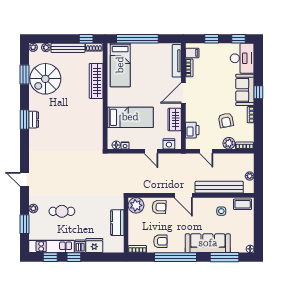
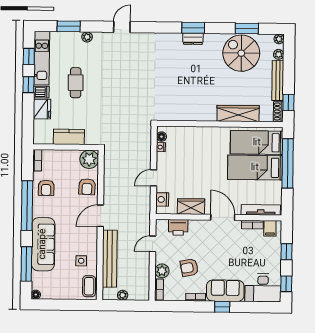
bed: (130, 117) -> (255, 168), moved, turned 90
cafe table: (62, 211) -> (76, 83), moved

